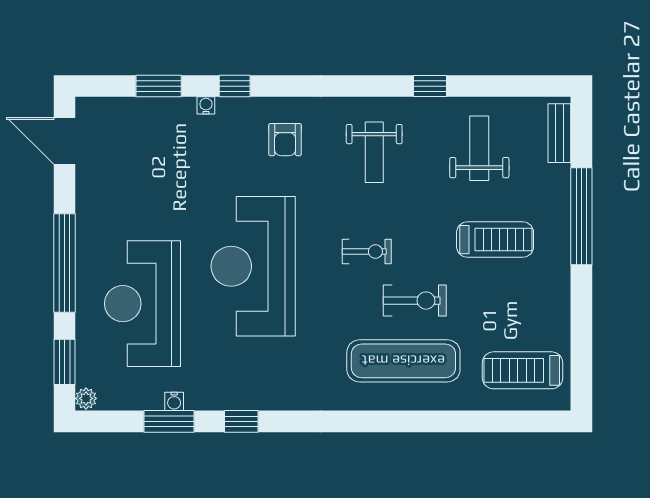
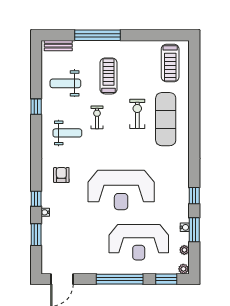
armchair: (285, 140) -> (61, 175), turned -90
exercise bike: (367, 251) -> (97, 117), moved
plant: (126, 400) -> (184, 250), added

